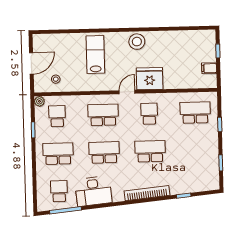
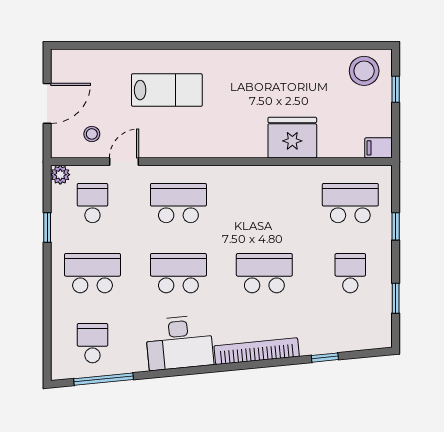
stool: (137, 42) -> (364, 71), moved
lab bench: (95, 55) -> (167, 90), turned 90
filing cabinet: (209, 68) -> (379, 148), moved
fridge: (150, 79) -> (292, 138), moved
door: (127, 92) -> (124, 162), moved
school desk: (149, 114) -> (350, 273), moved
desk: (93, 191) -> (179, 343), moved

